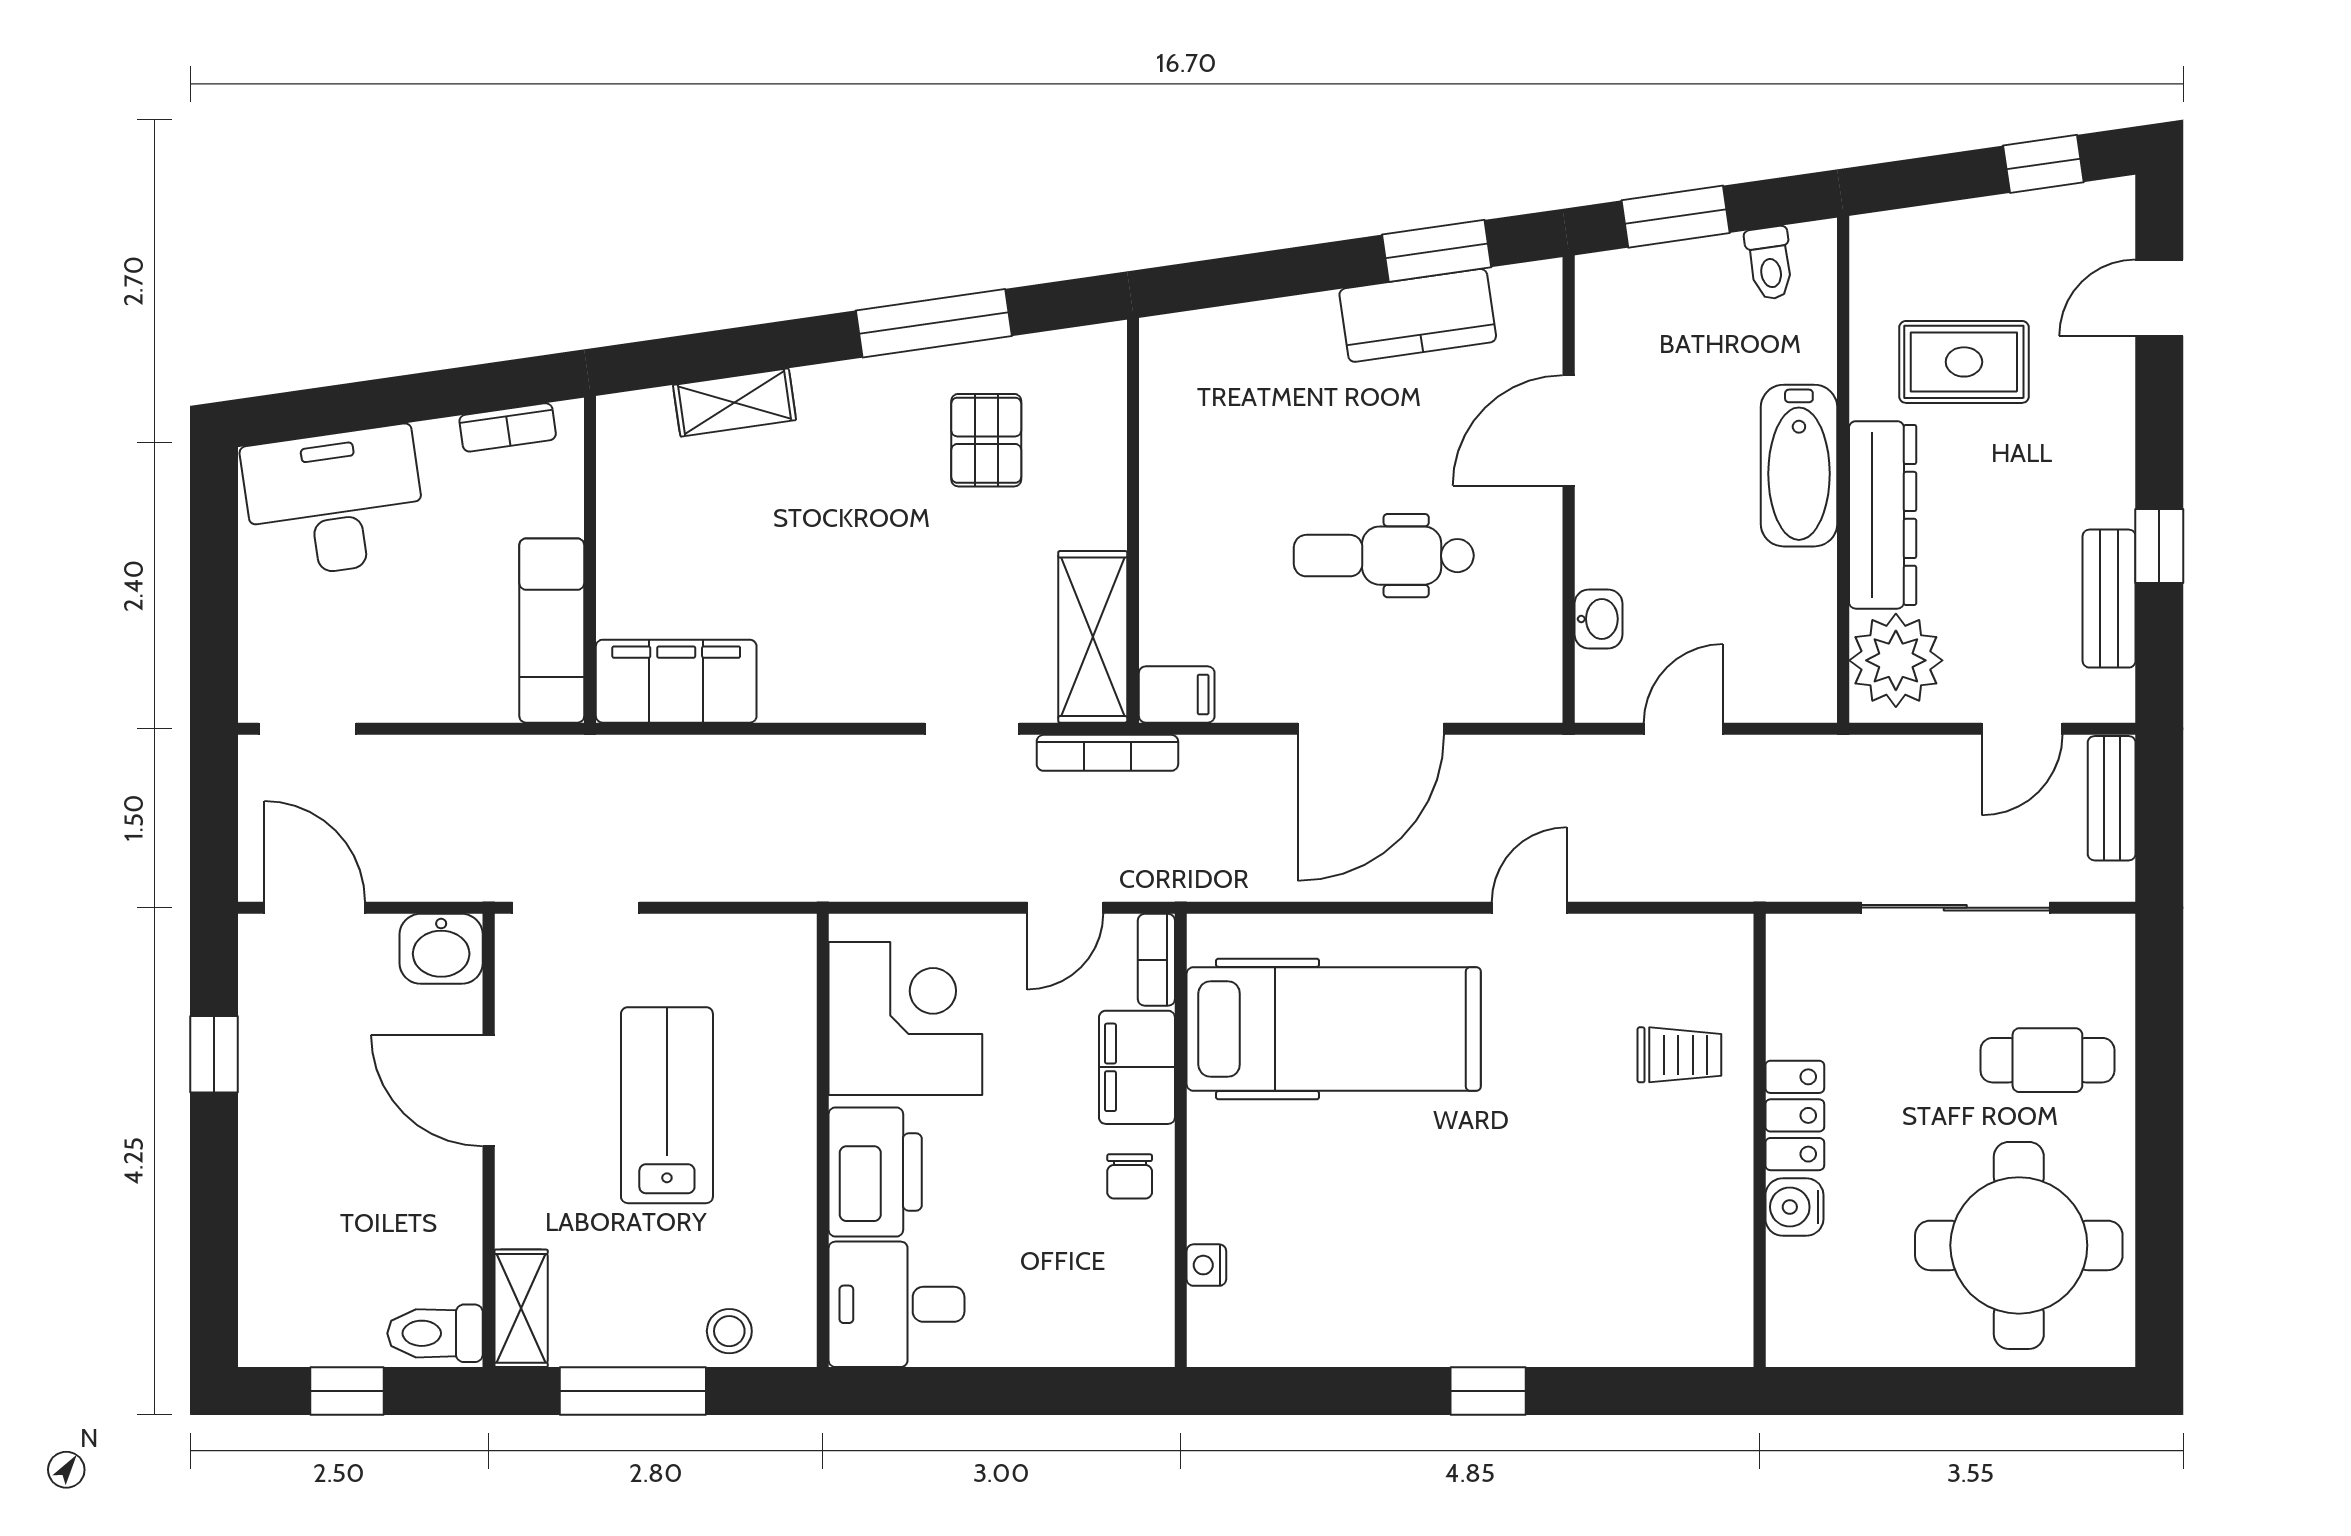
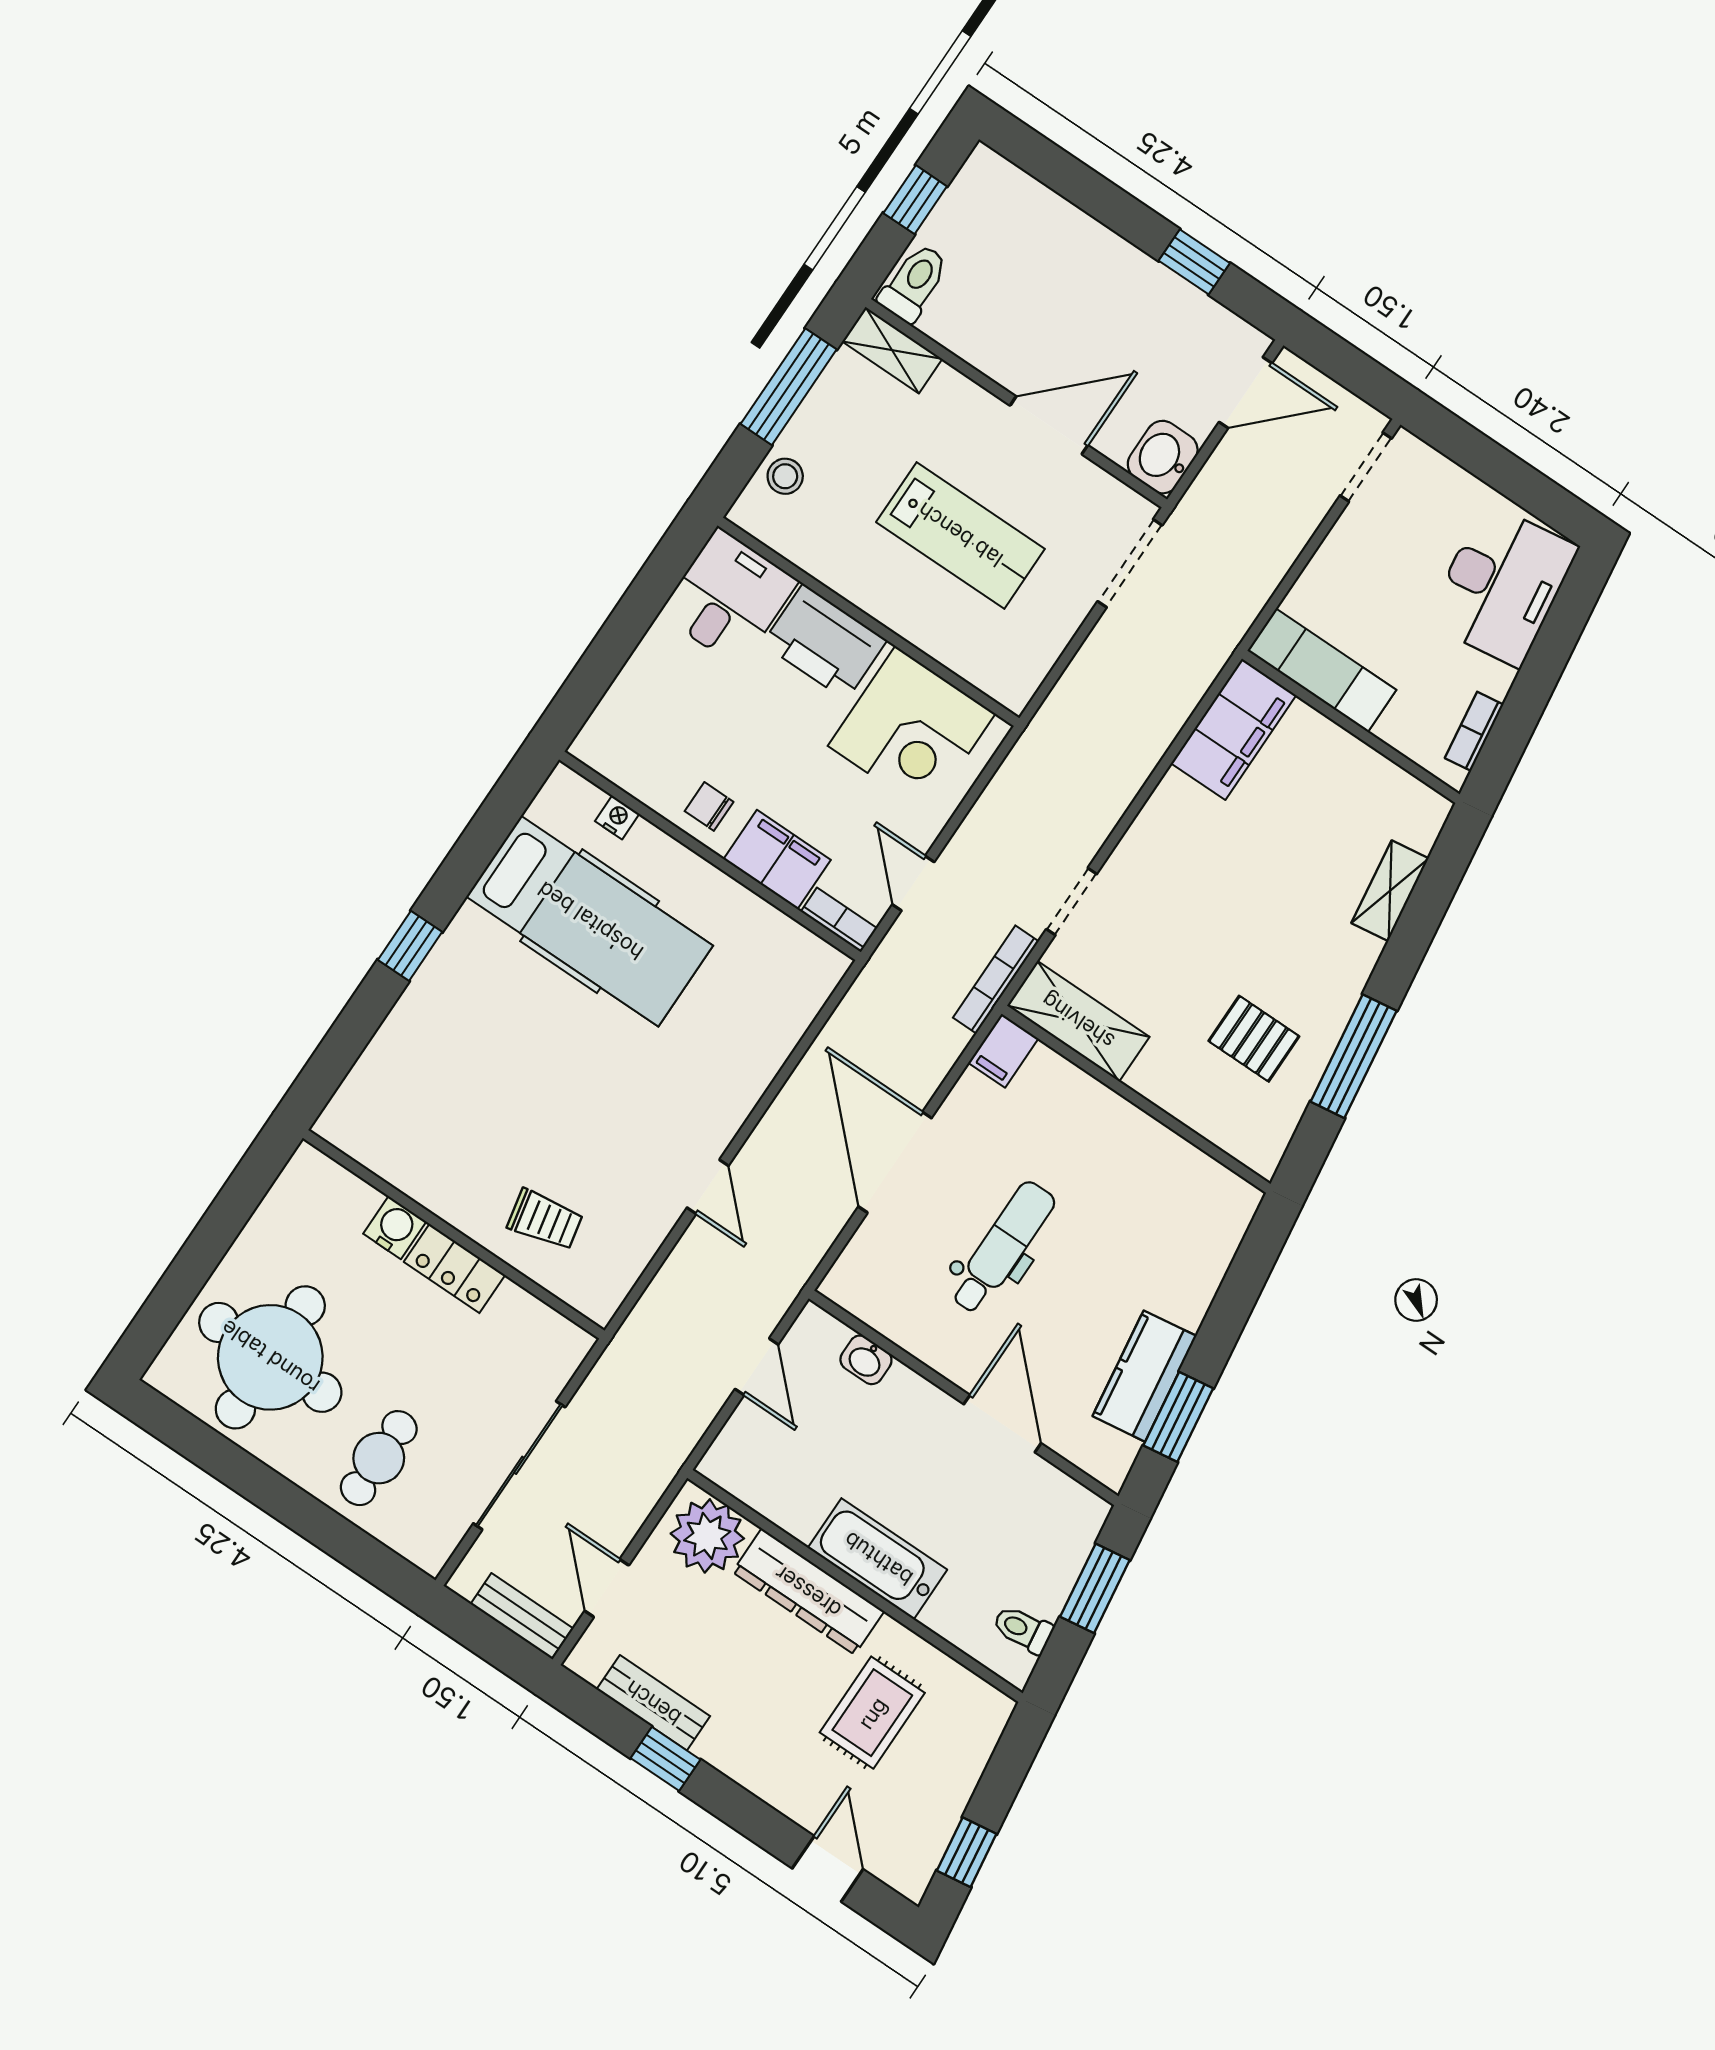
hospital bed: (1334, 1029) -> (590, 921), moved, turned -90
trolley: (1679, 1055) -> (545, 1220), turned -102

